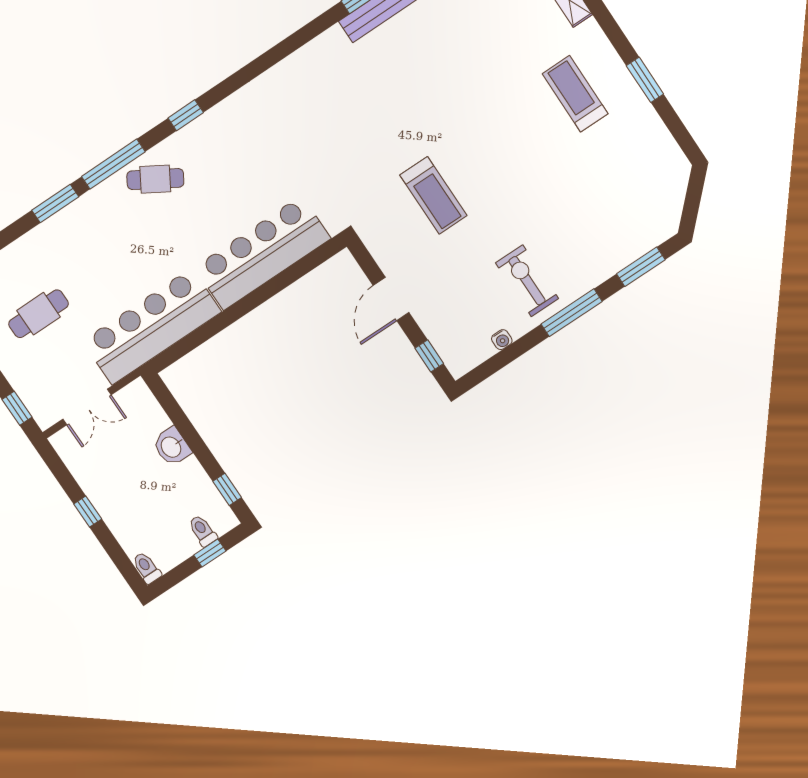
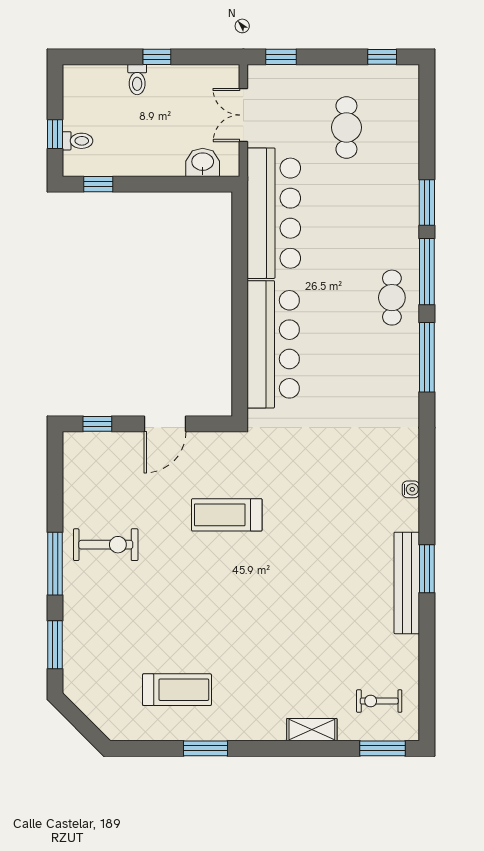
treadmill: (575, 94) -> (177, 690), moved
window: (186, 115) -> (427, 357), width x2.17
cafe table: (155, 179) -> (392, 298), turned -31
door: (391, 299) -> (165, 424), swing flipped
water cooler: (502, 340) -> (411, 489), moved, turned 180
washbasin: (172, 447) -> (203, 162), moved
toilet: (147, 568) -> (137, 80), moved, turned 90

